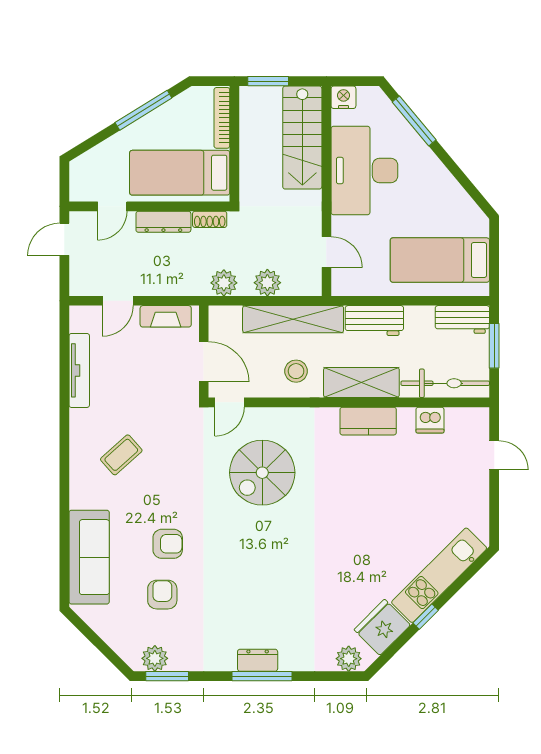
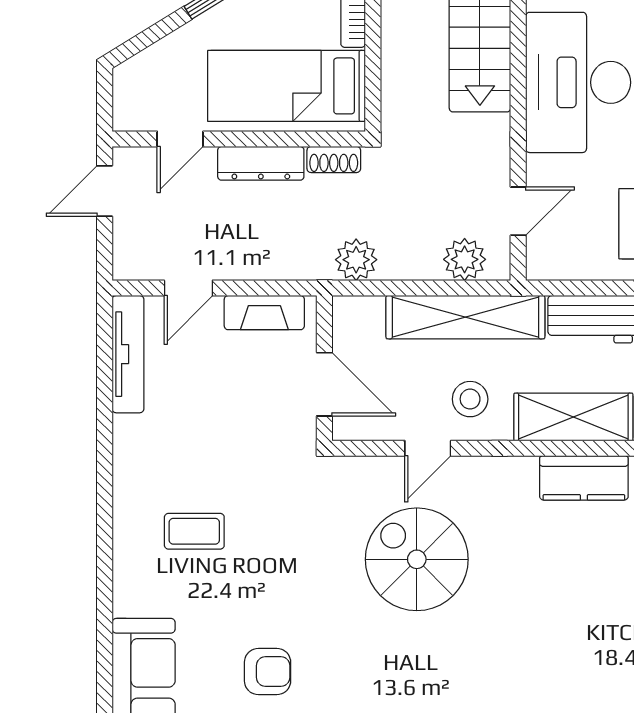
door: (326, 252) -> (518, 211), hinge flipped
plant: (267, 283) -> (465, 259), moved
tv unit: (79, 370) -> (128, 354), moved
door: (229, 402) -> (428, 448), moved
coffee table: (121, 455) -> (194, 531), turned 42
spiral stairs: (262, 473) -> (417, 559), turned 90

